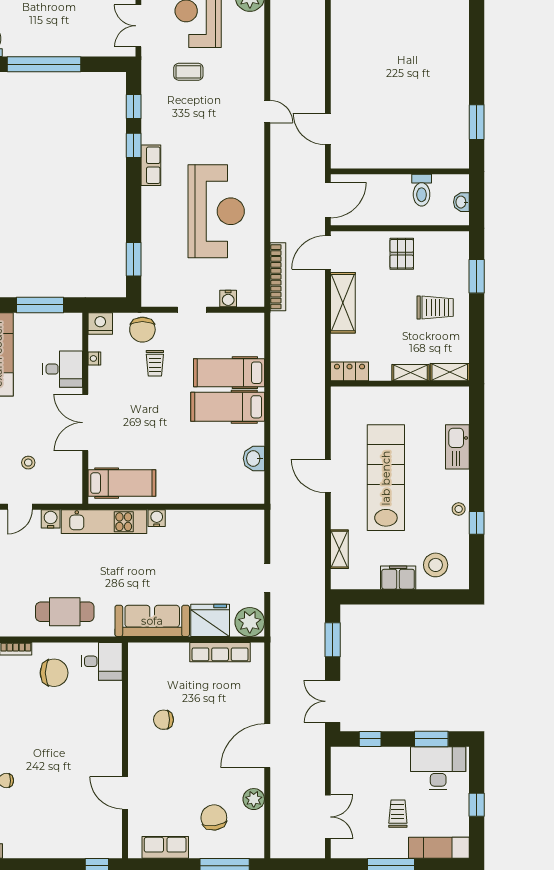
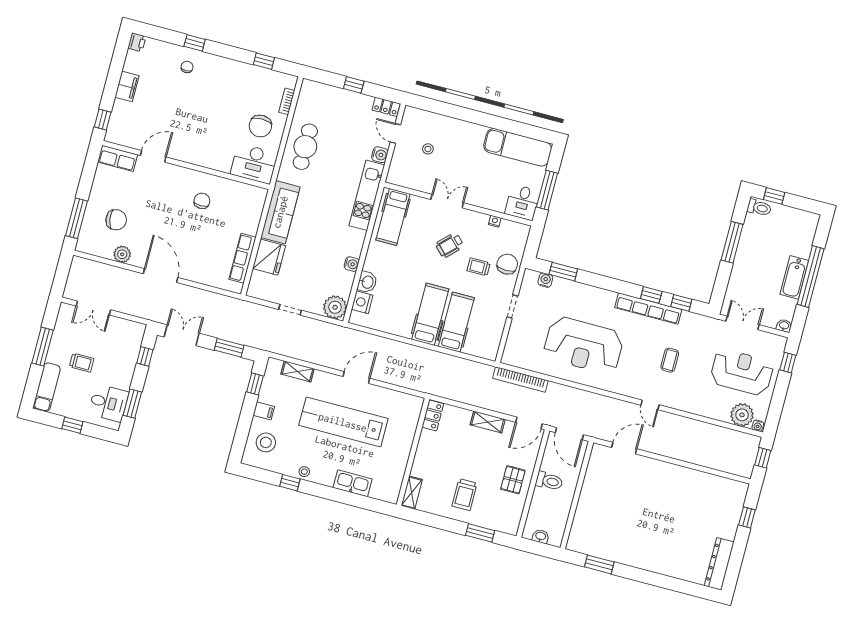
window: (44, 64) -> (732, 242), width x0.68
coffee table: (188, 72) -> (670, 360), moved
door: (267, 112) -> (650, 405), hinge flipped
row of seats: (151, 165) -> (648, 308), width x2.02
toilet: (422, 190) -> (549, 481), moved, turned 180
door: (328, 252) -> (529, 423), swing flipped
pallet: (402, 254) -> (513, 480), turned 90
water cooler: (228, 299) -> (545, 280), moved, turned 90
shelving: (343, 303) -> (488, 422), width x0.67, depth x0.75
nightstand: (100, 323) -> (362, 302), moved, turned 180
chair: (142, 330) -> (507, 264), turned 90
desk: (63, 369) -> (522, 202), moved
shelving: (411, 373) -> (419, 462), removed
wheelchair: (138, 405) -> (450, 245), added
double door: (85, 423) -> (447, 201), width x0.73
washbasin: (254, 458) -> (367, 282), moved, turned 90
lab bench: (386, 478) -> (343, 422), turned 180
water cooler: (157, 518) -> (352, 264), moved
filing cabinet: (398, 578) -> (264, 411), width x0.50
window: (368, 597) -> (255, 384), added
plant: (250, 622) -> (335, 307), moved
desk: (102, 661) -> (254, 164), width x1.37
desk: (438, 768) -> (108, 403), width x0.73
filing cabinet: (49, 847) -> (127, 86), added
row of seats: (165, 847) -> (118, 158), moved, turned 90

